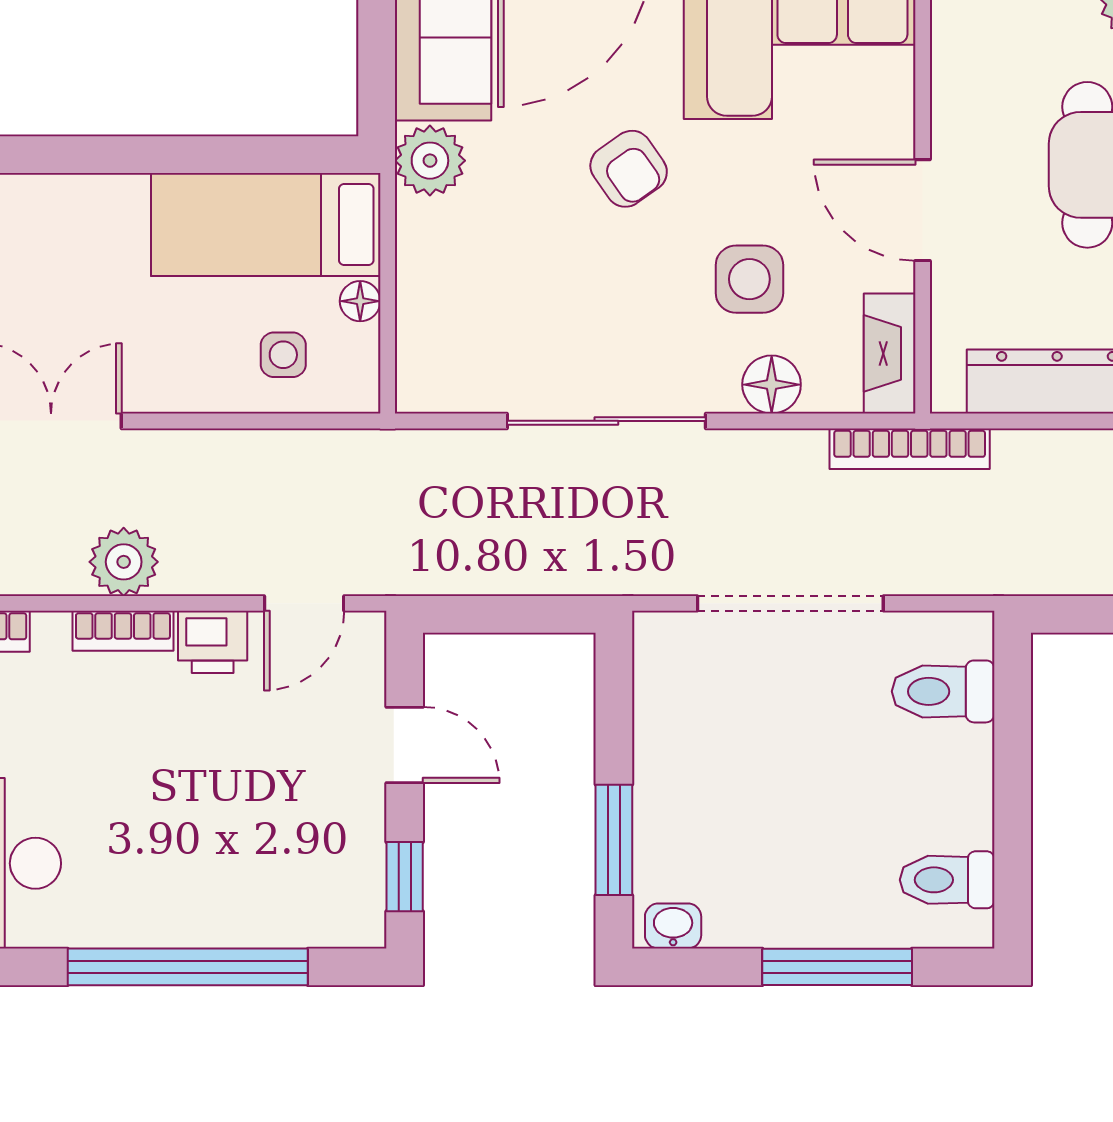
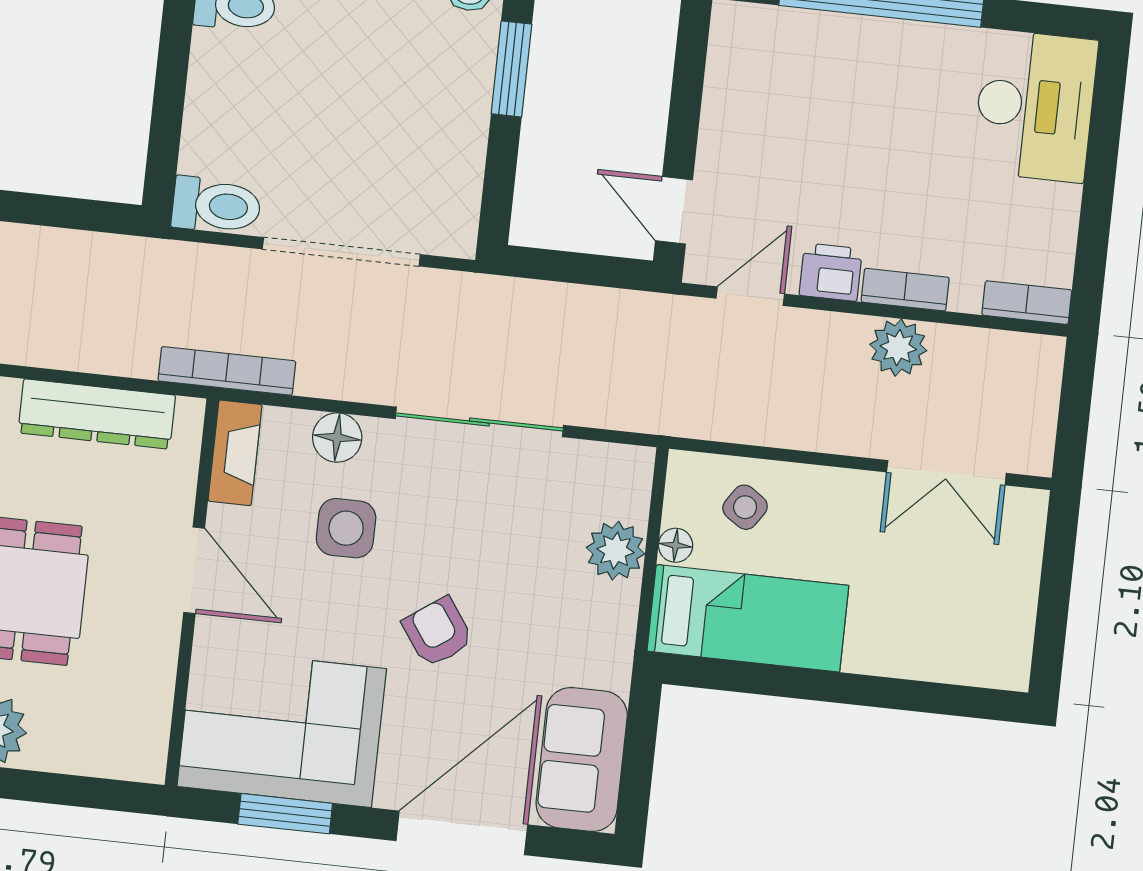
plant: (430, 161) -> (616, 551), moved
side table: (283, 355) -> (745, 507), turned 34
toilet: (943, 691) -> (216, 206), moved
door: (405, 745) -> (674, 210), moved
window: (405, 877) -> (691, 57), removed

